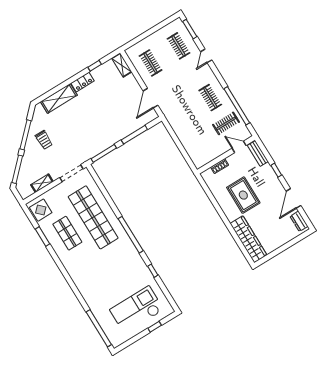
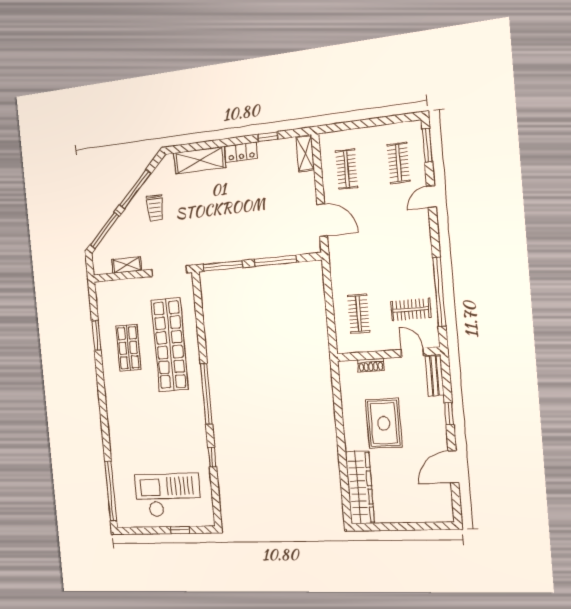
door: (151, 98) -> (322, 220), swing flipped
clothes rail: (210, 98) -> (359, 314), moved
display table: (41, 210) -> (109, 300), removed
dresser: (299, 221) -> (444, 503), removed

